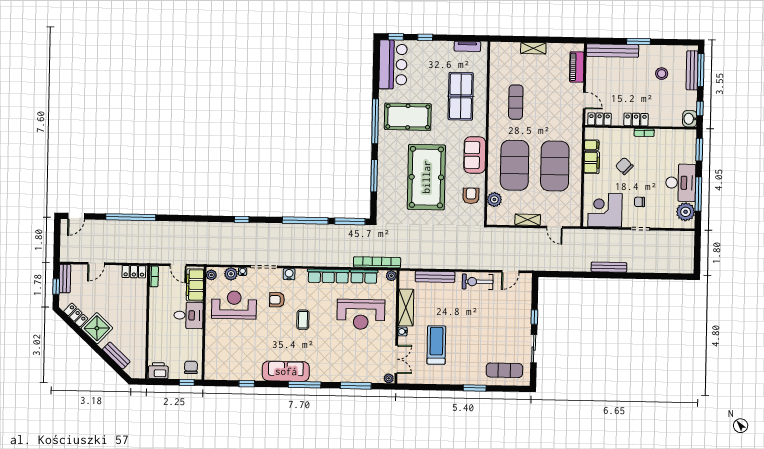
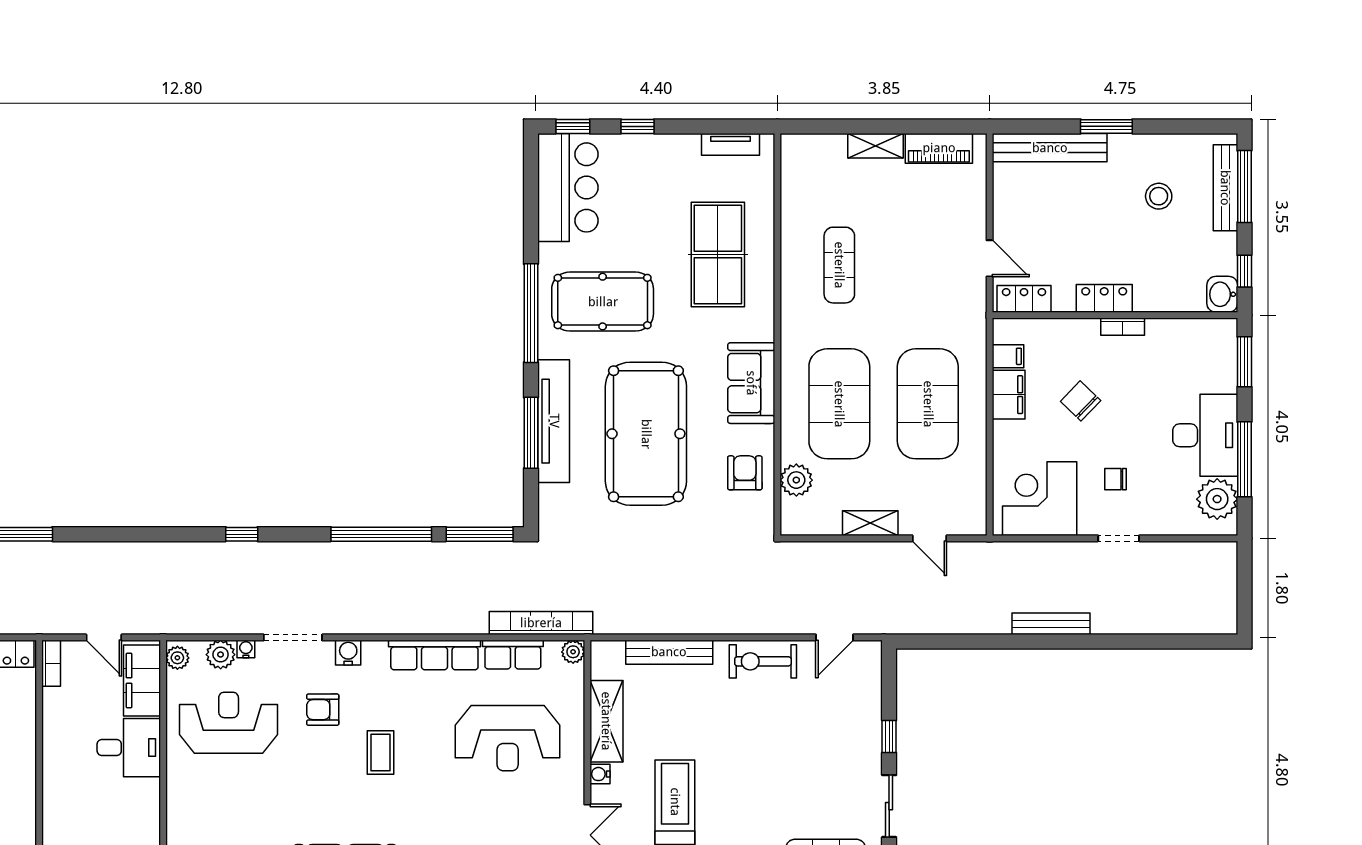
piano: (577, 67) -> (939, 148), moved, turned -90
tv unit: (384, 171) -> (554, 421), added

